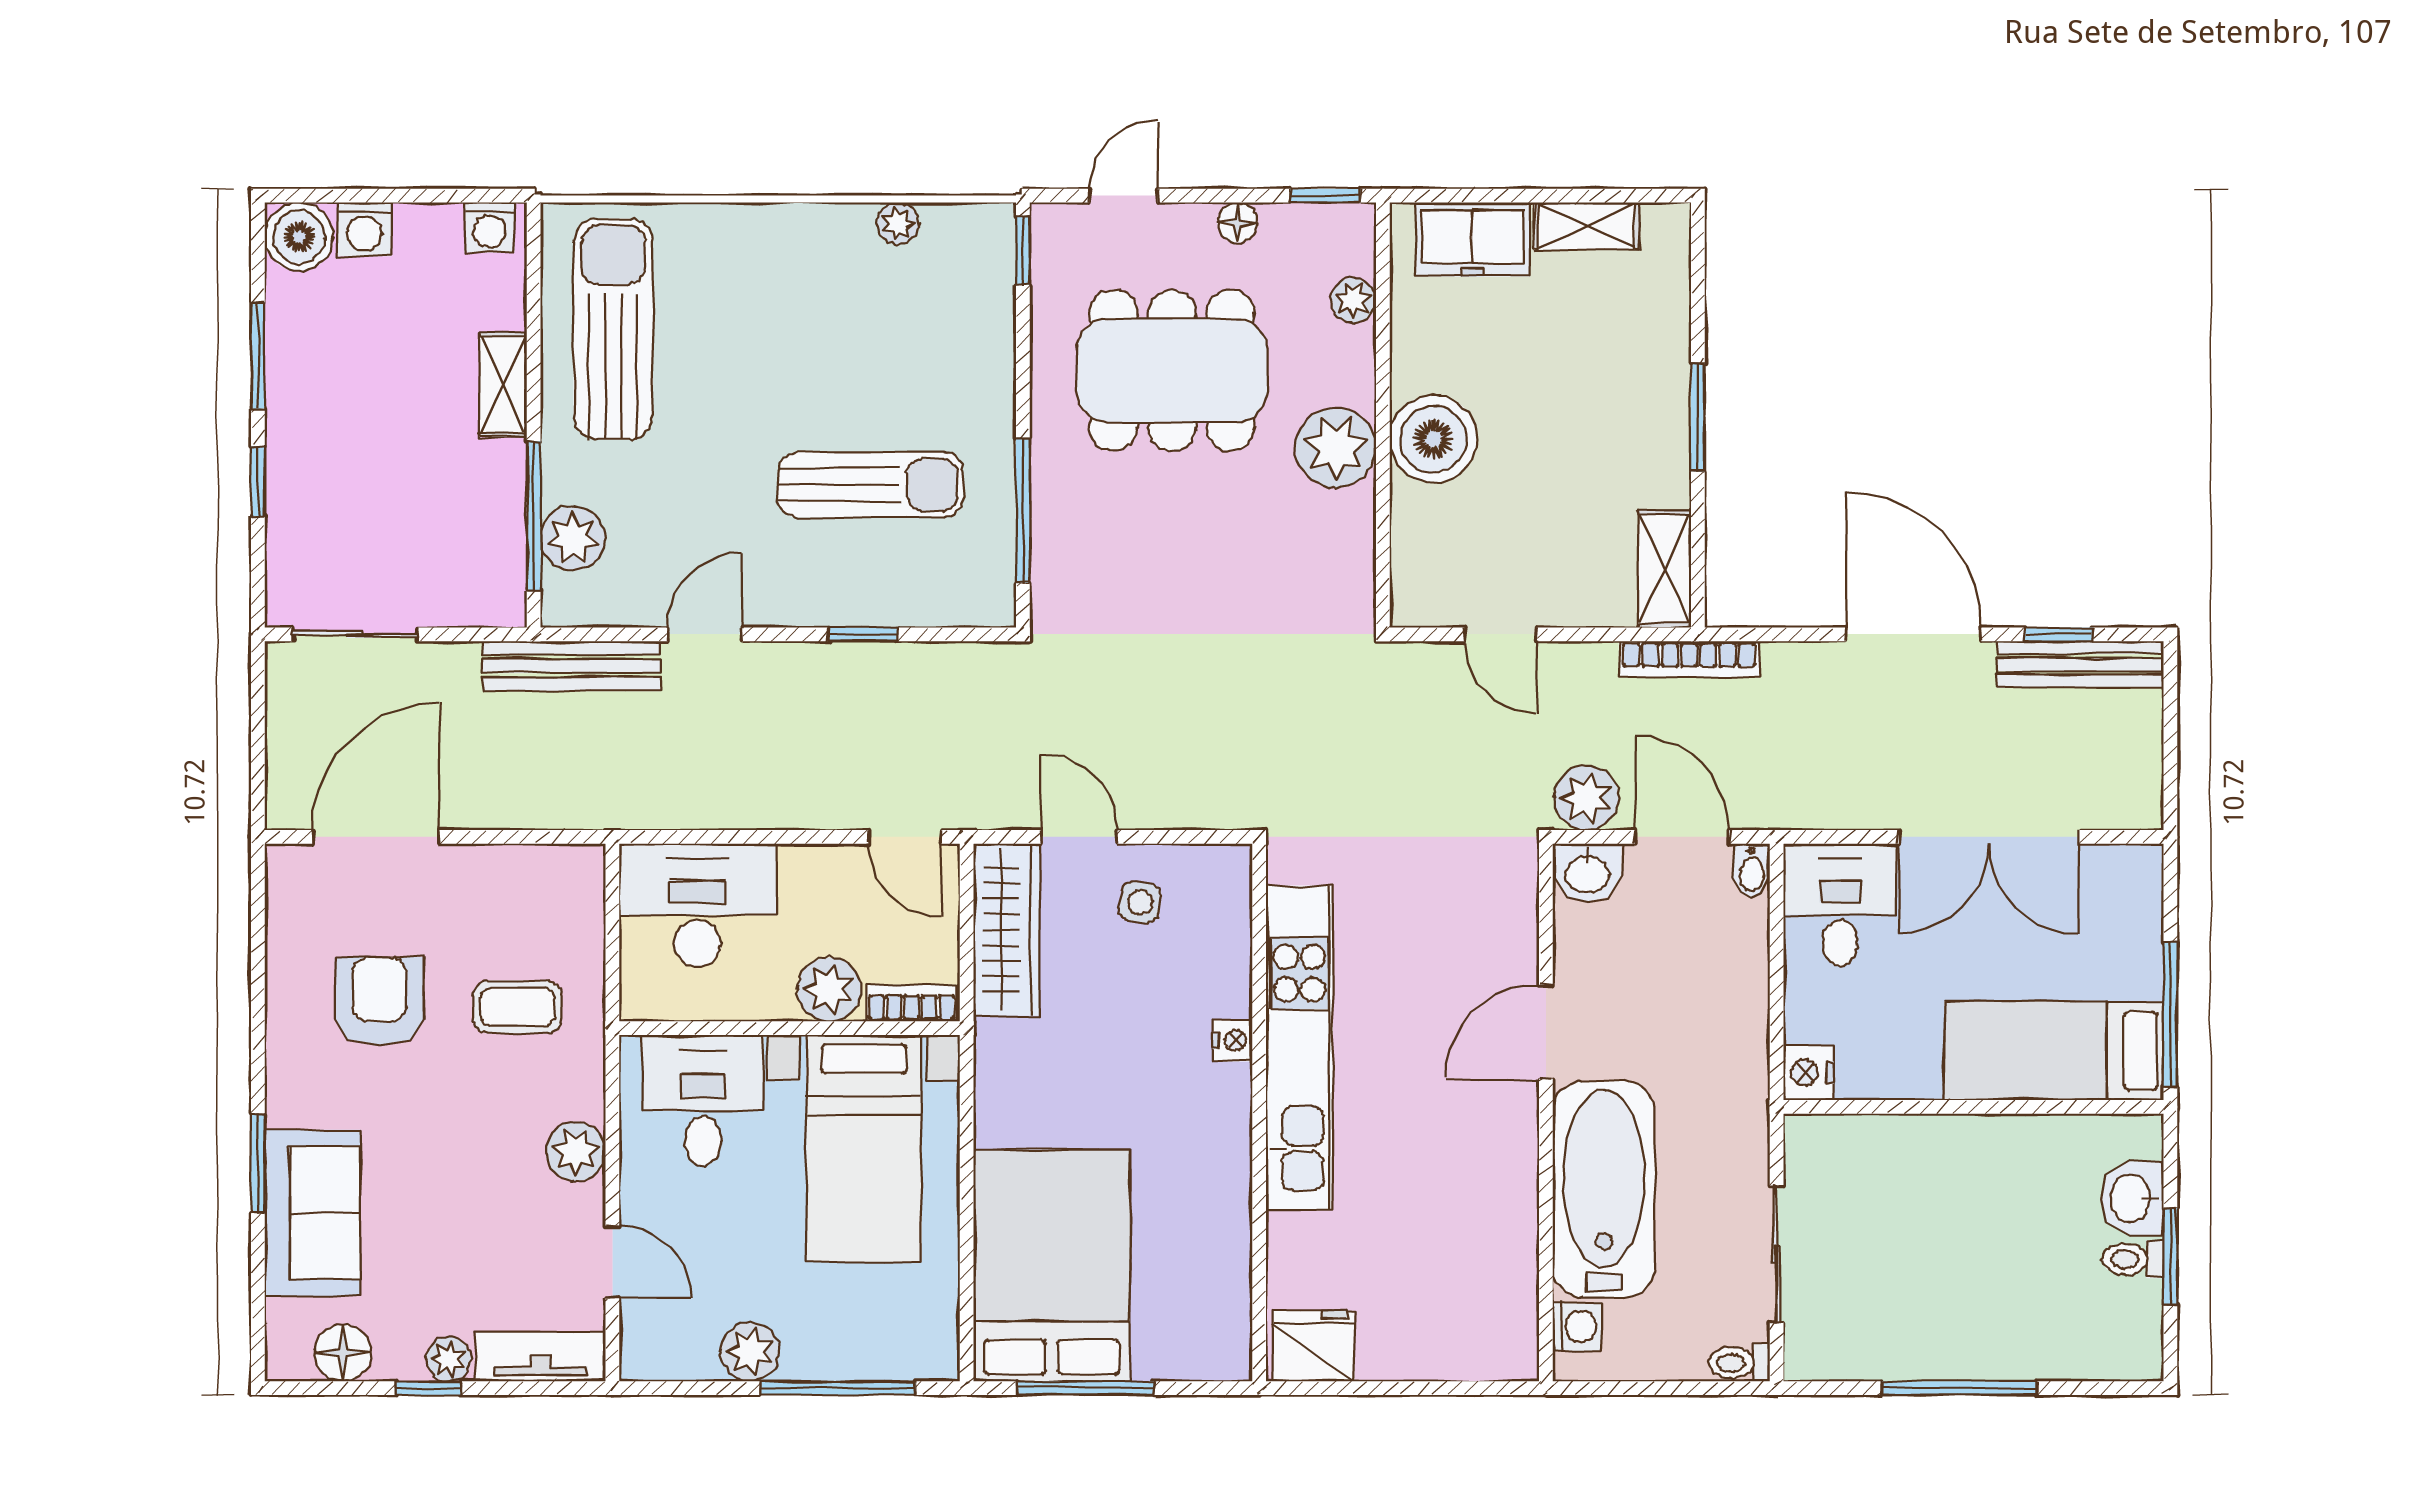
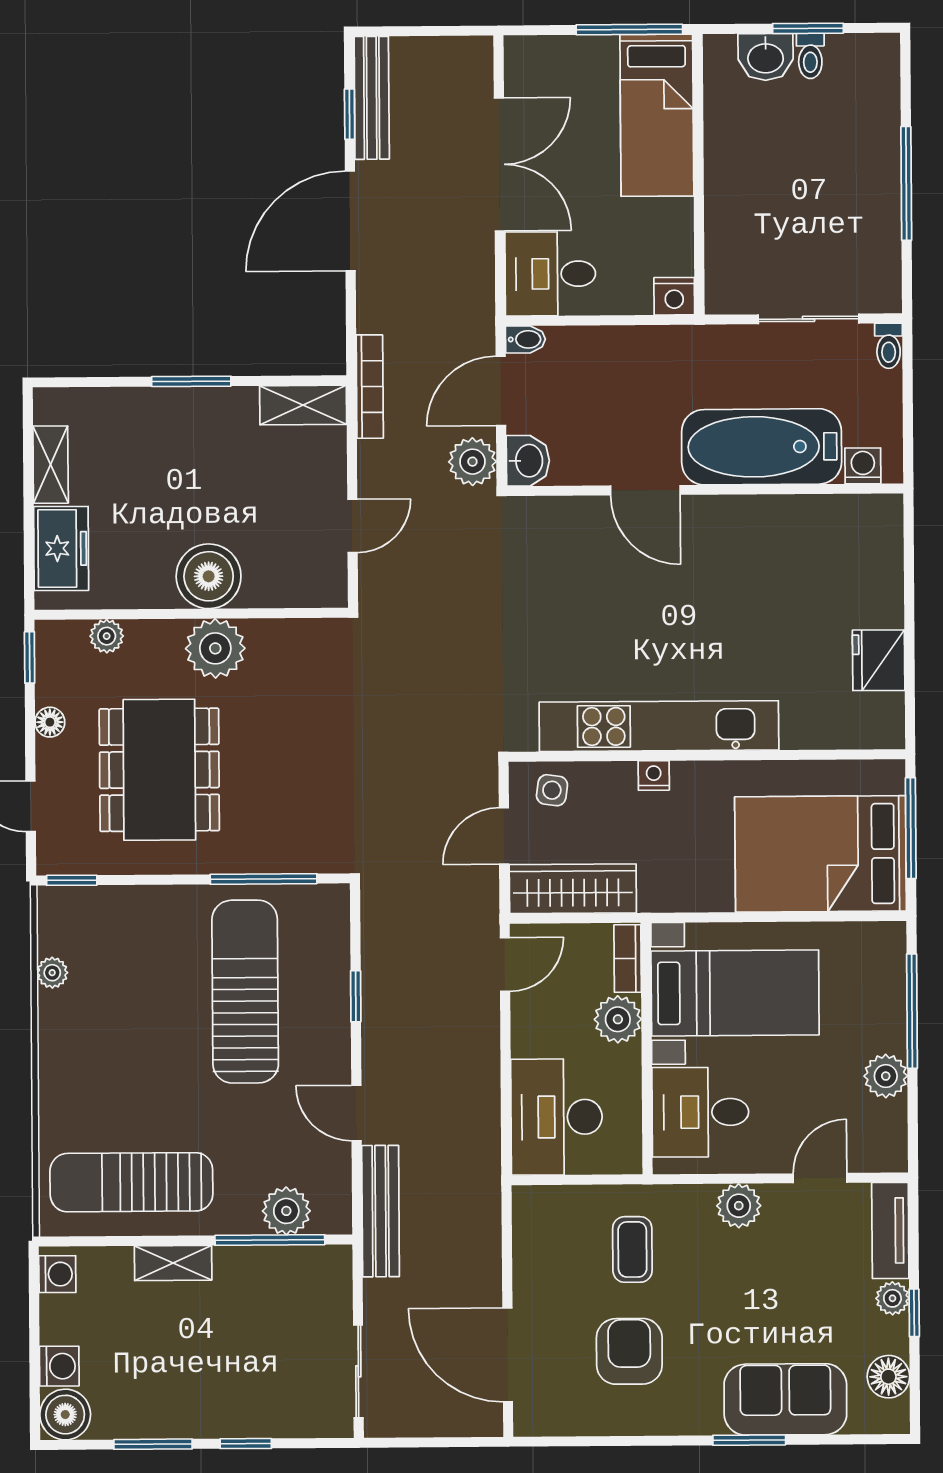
sun lounger: (870, 485) -> (245, 992), width x1.36, depth x1.34
armchair: (379, 1002) -> (629, 1351), turned 90
nightstand: (1232, 1040) -> (654, 775), moved
kitchen unit: (1299, 1048) -> (659, 726), moved
wall: (1259, 1113) -> (707, 755), moved

